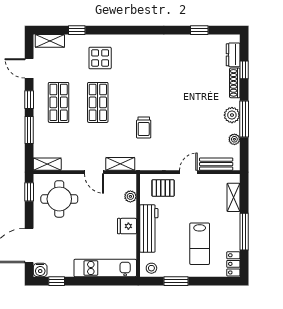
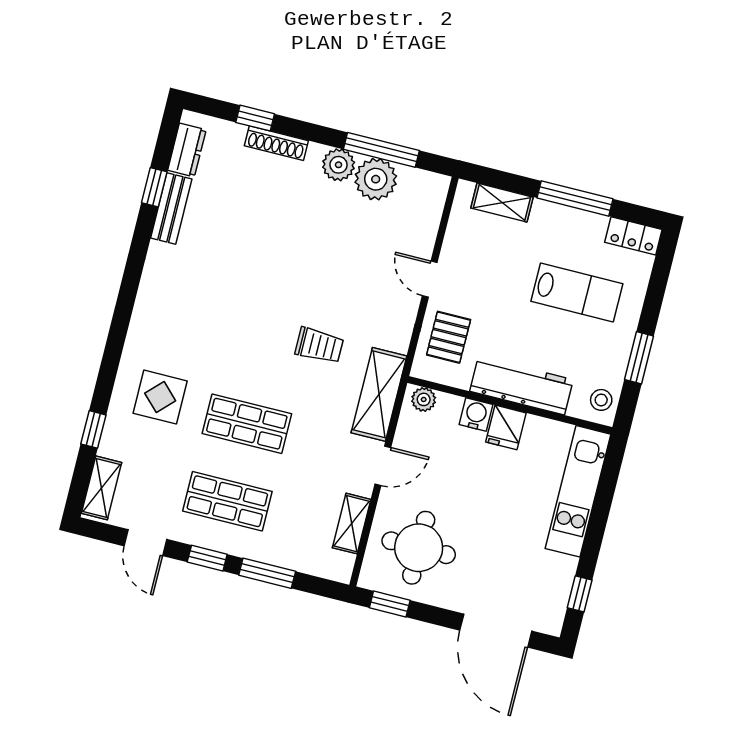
dresser: (233, 55) -> (187, 150), moved, turned -90
door: (29, 68) -> (145, 543), hinge flipped
window: (244, 119) -> (381, 150), moved
plant: (234, 139) -> (376, 179), width x1.88, depth x1.88
shelving: (47, 164) -> (352, 524), moved
shelving: (120, 164) -> (379, 394), width x1.50, depth x1.33
bench: (216, 164) -> (171, 209), moved
plant: (130, 196) -> (424, 399), moved
water cooler: (40, 270) -> (476, 415), moved, turned -90

